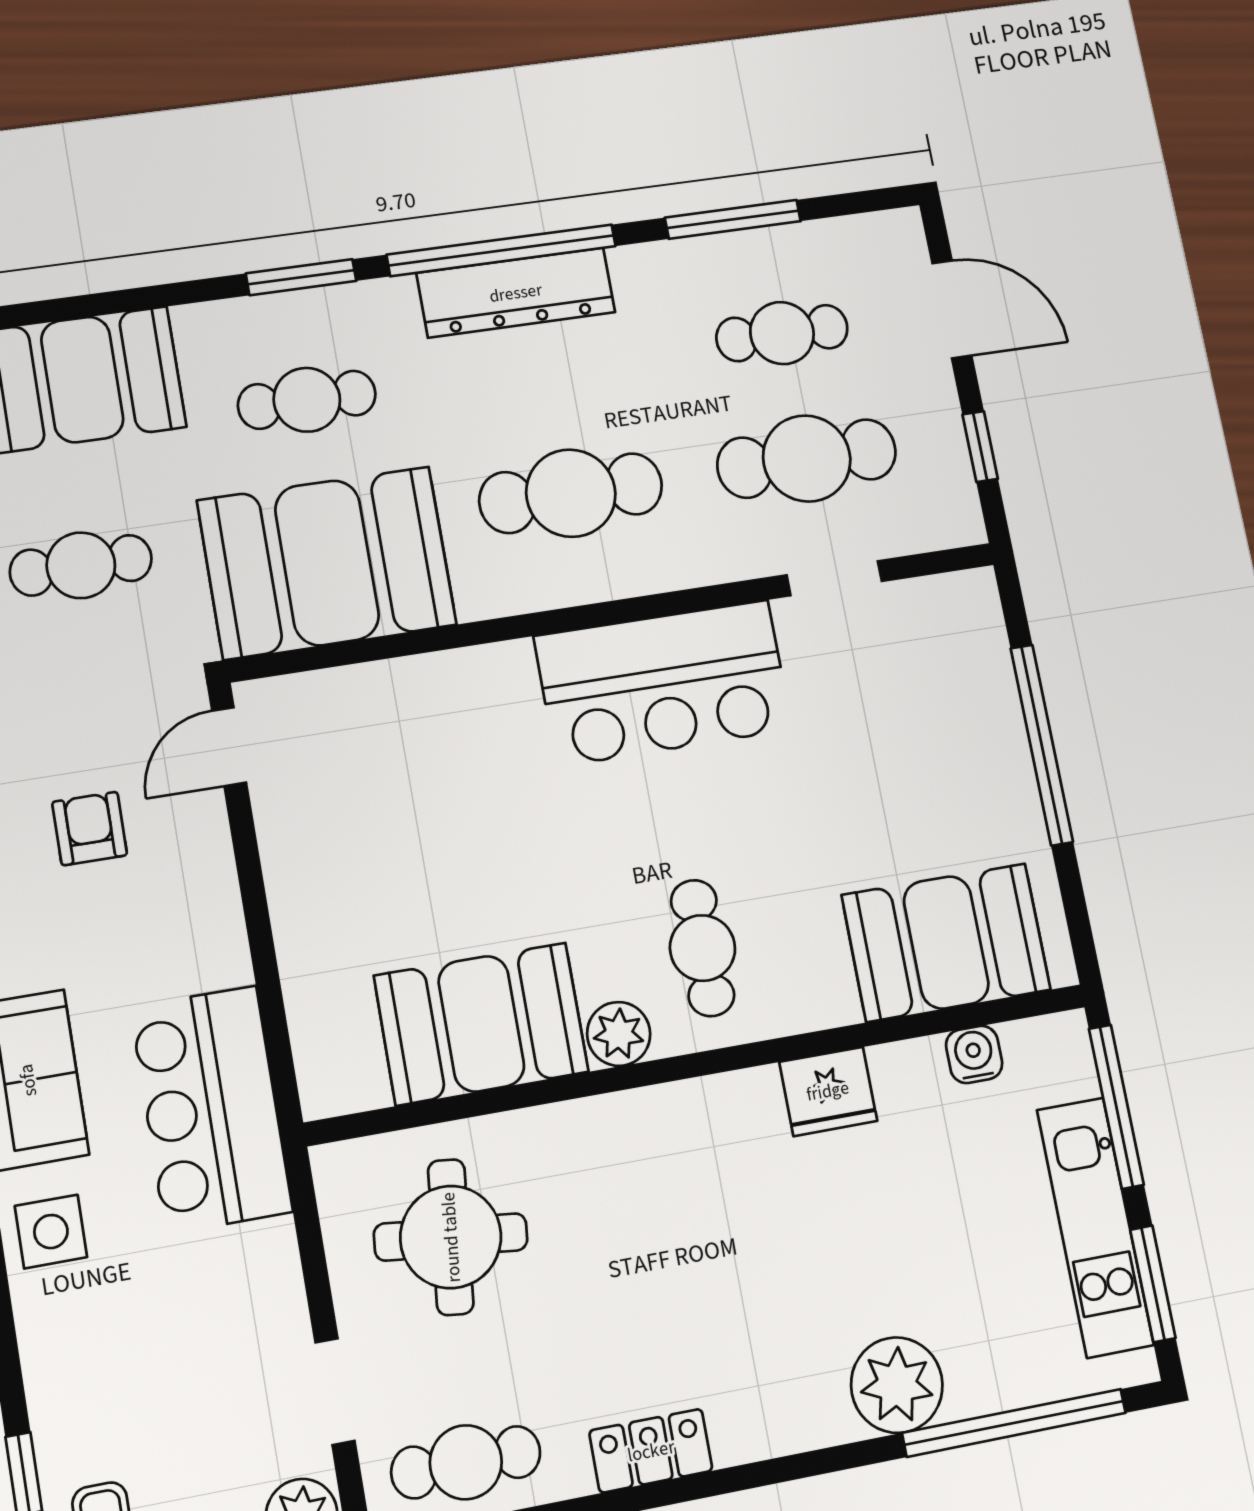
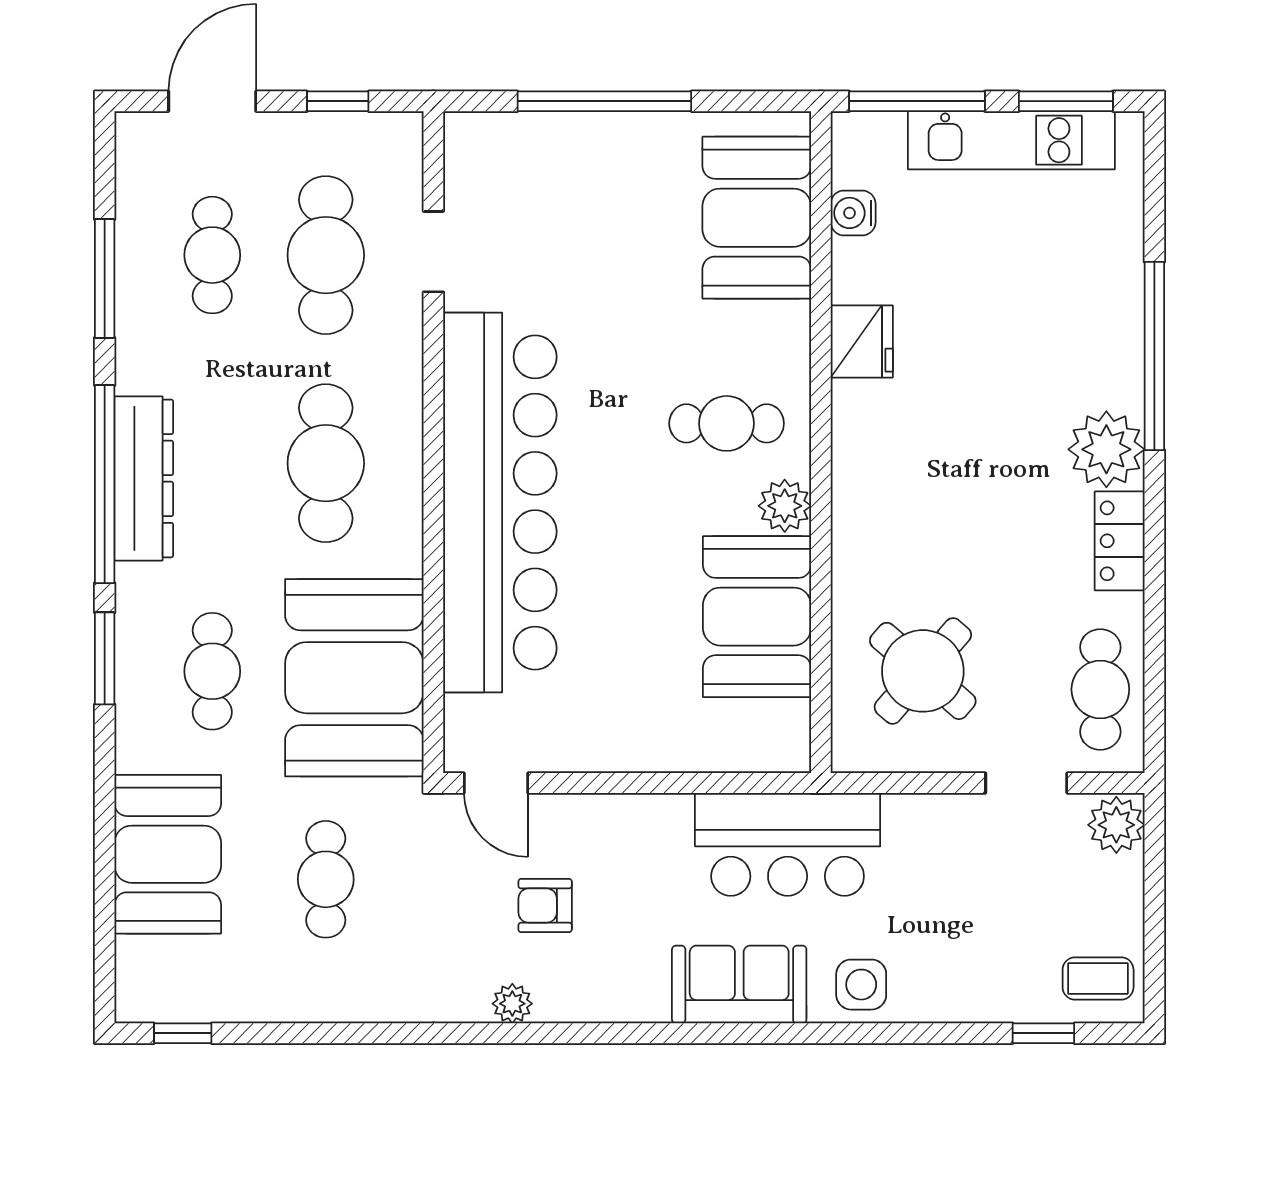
bar counter: (663, 683) -> (500, 502), width x1.86
round table: (451, 1237) -> (923, 671), turned 35
plant: (897, 1385) -> (1106, 449), moved
window: (1014, 1423) -> (1154, 356), moved

